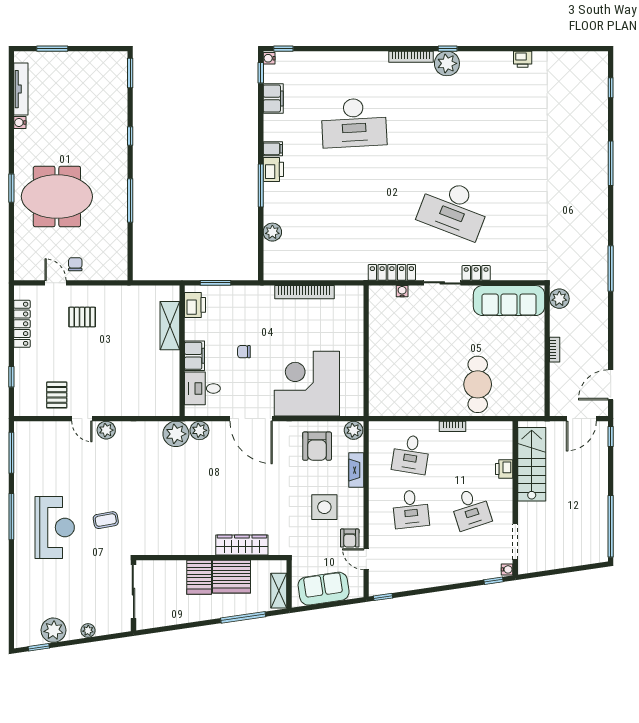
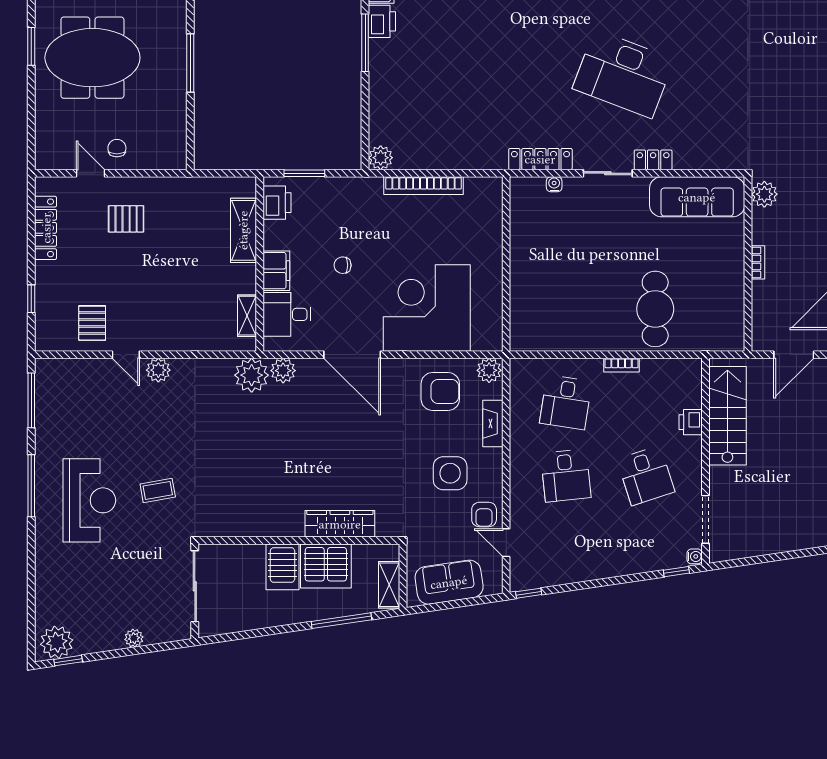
plant: (272, 232) -> (381, 158), moved
shelving: (173, 389) -> (247, 316), added
armchair: (317, 446) -> (440, 391), turned -90
plant: (53, 630) -> (57, 642), moved

